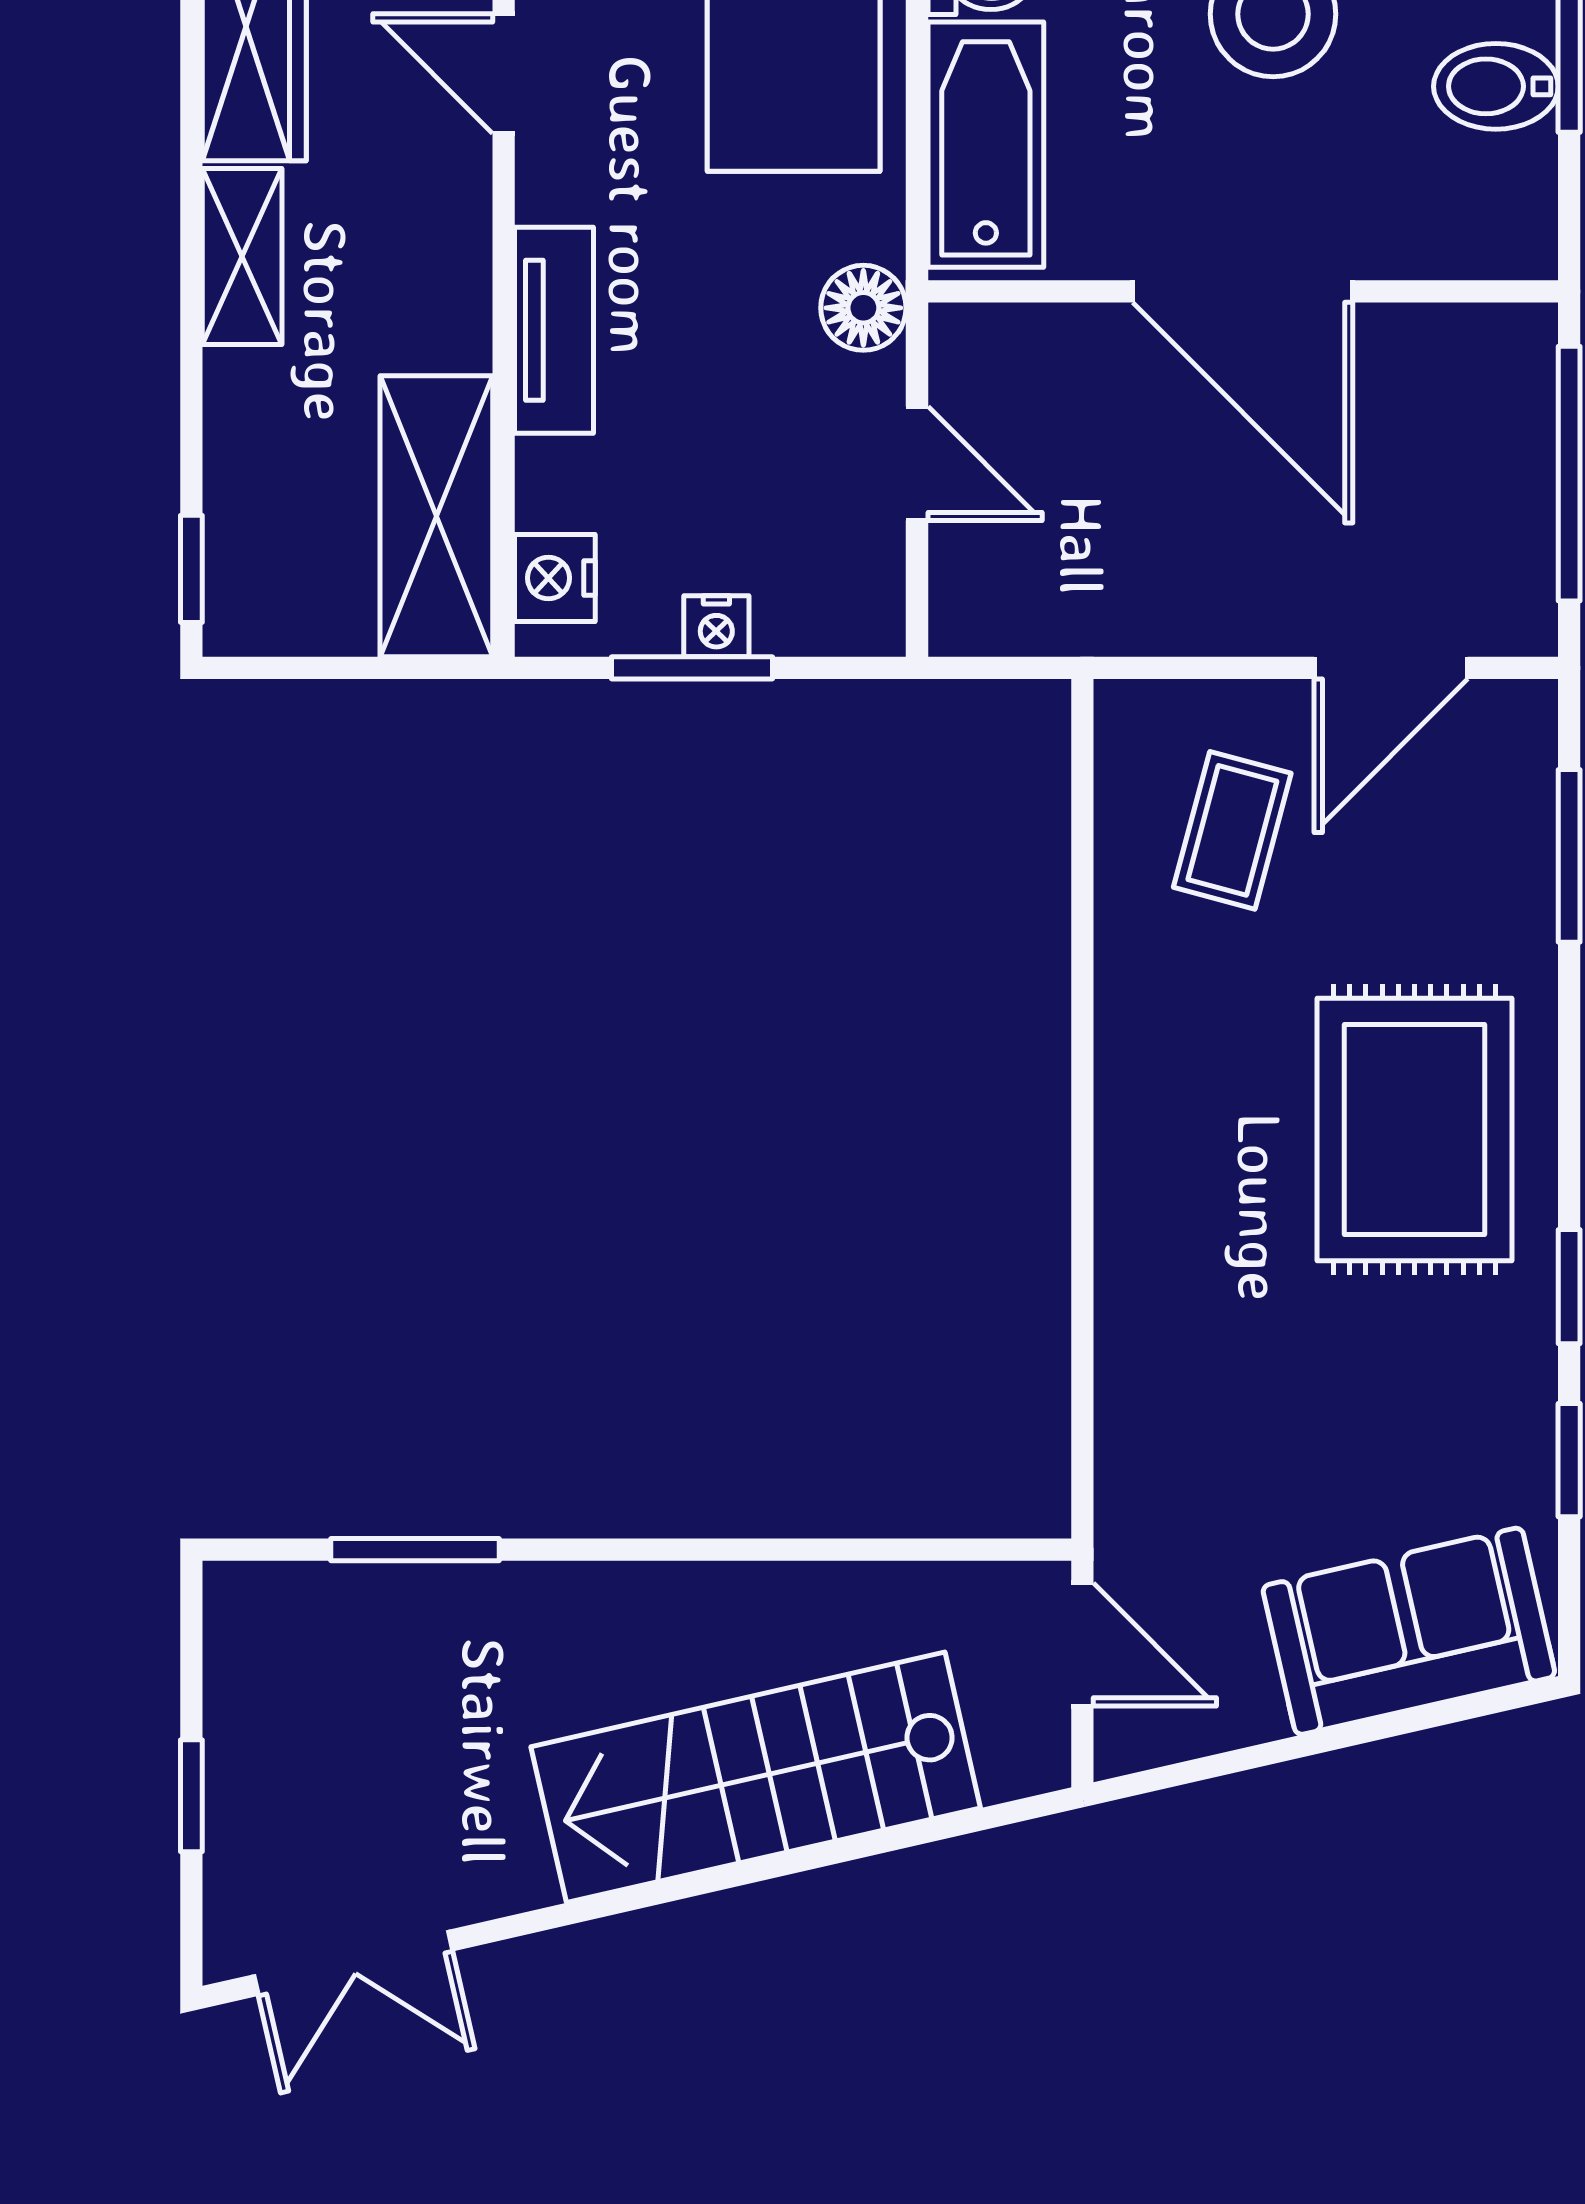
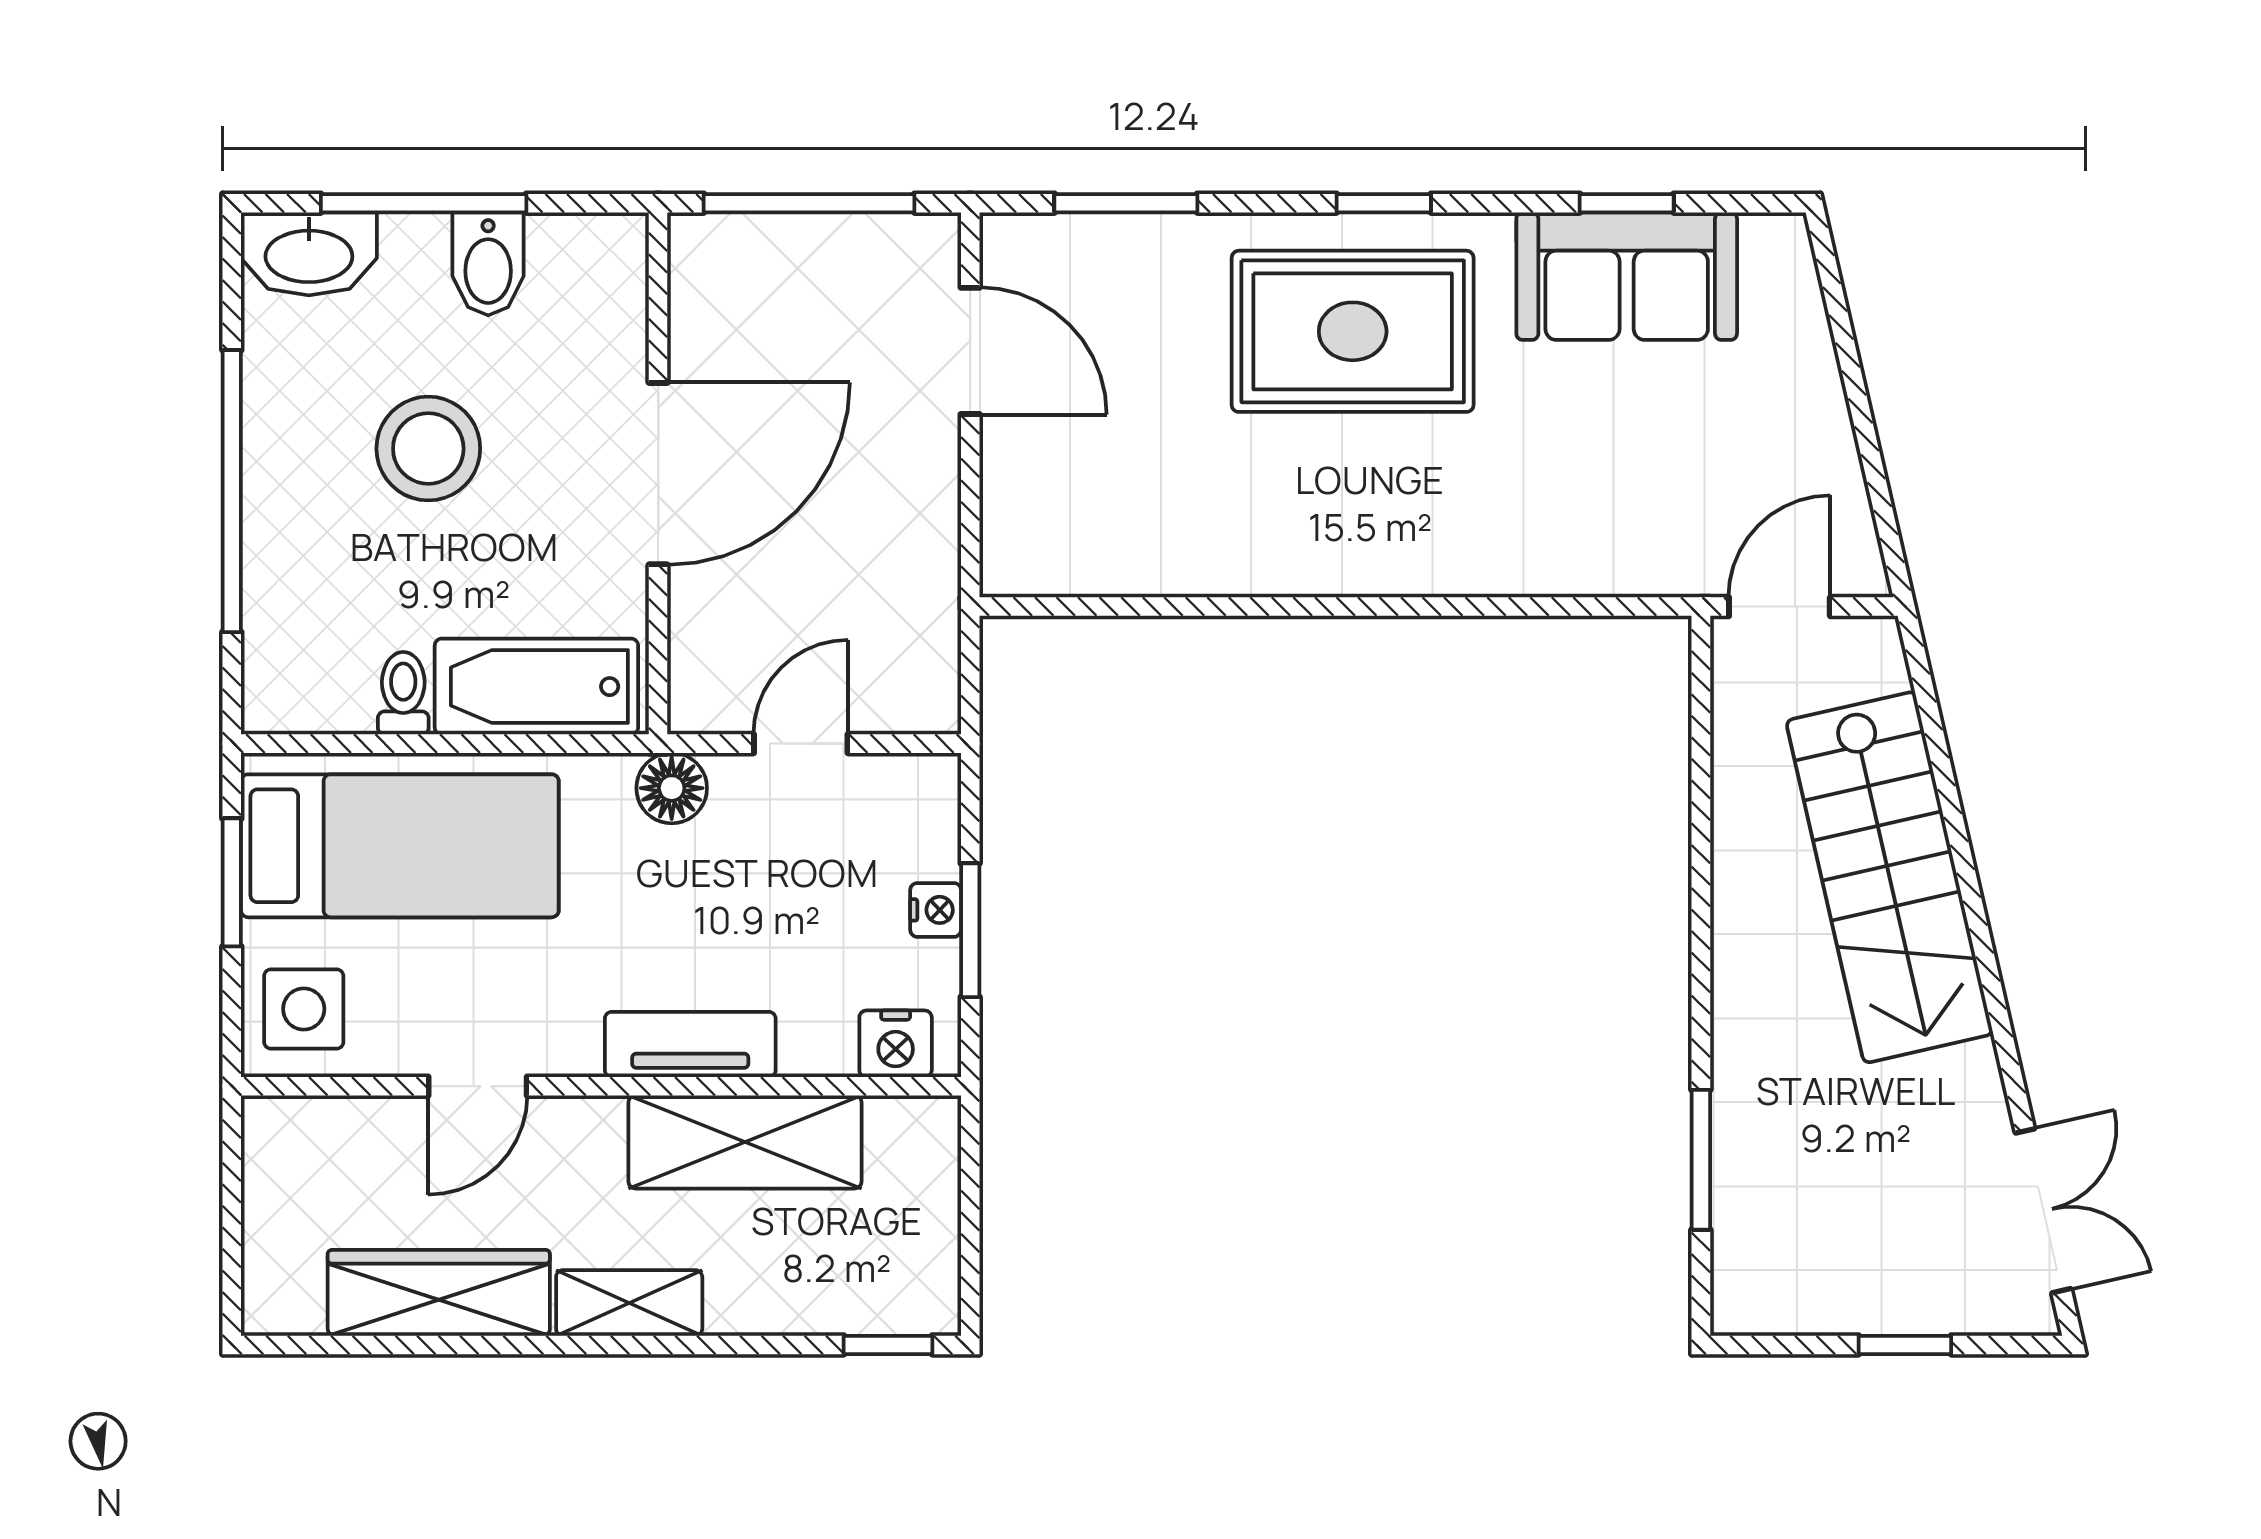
shelving: (436, 516) -> (745, 1142), moved
coffee table: (1232, 830) -> (1105, 482), removed
window: (1569, 1287) -> (1384, 203), moved
sofa: (1409, 1631) -> (1627, 276), moved, turned -77

